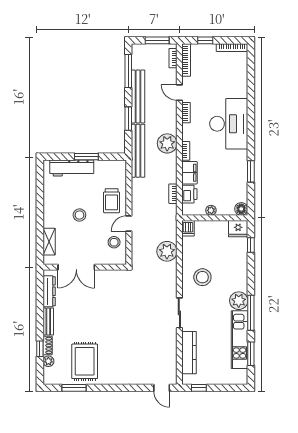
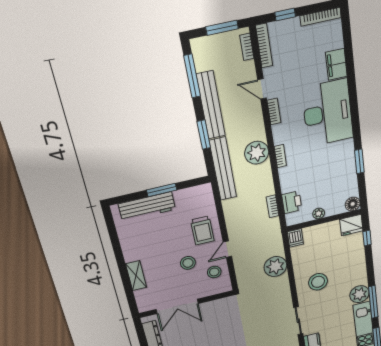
filing cabinet: (189, 173) -> (336, 64), moved, turned 180
stool: (79, 215) -> (188, 263), moved
shelving: (49, 242) -> (136, 276), moved

